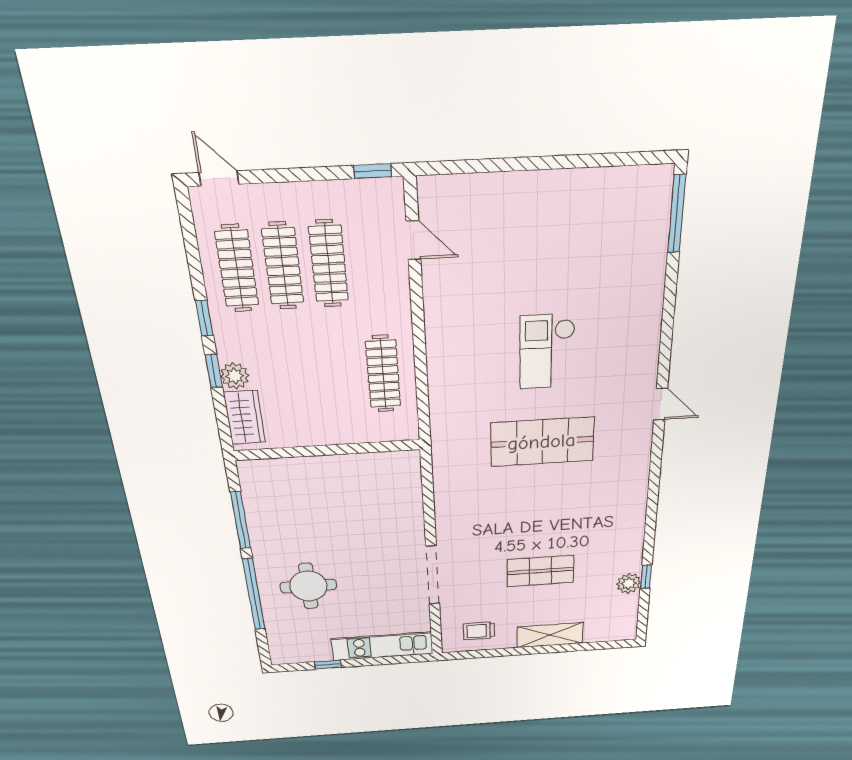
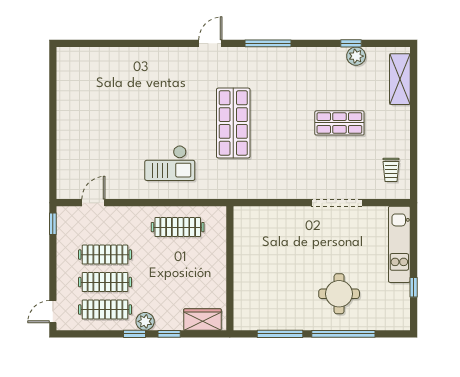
window: (677, 214) -> (268, 43), moved
checkout: (547, 352) -> (170, 163), moved
plant: (235, 376) -> (145, 321), moved
shop shelf: (541, 571) -> (339, 123), turned 90
shelving: (550, 635) -> (400, 79), moved

